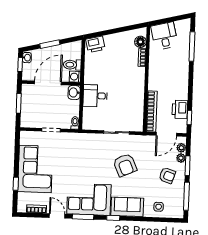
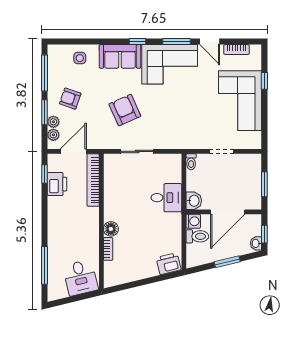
floor lamp: (140, 42) -> (111, 229), moved

